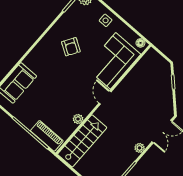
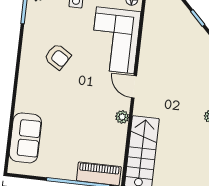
plant: (78, 119) -> (122, 117), moved

